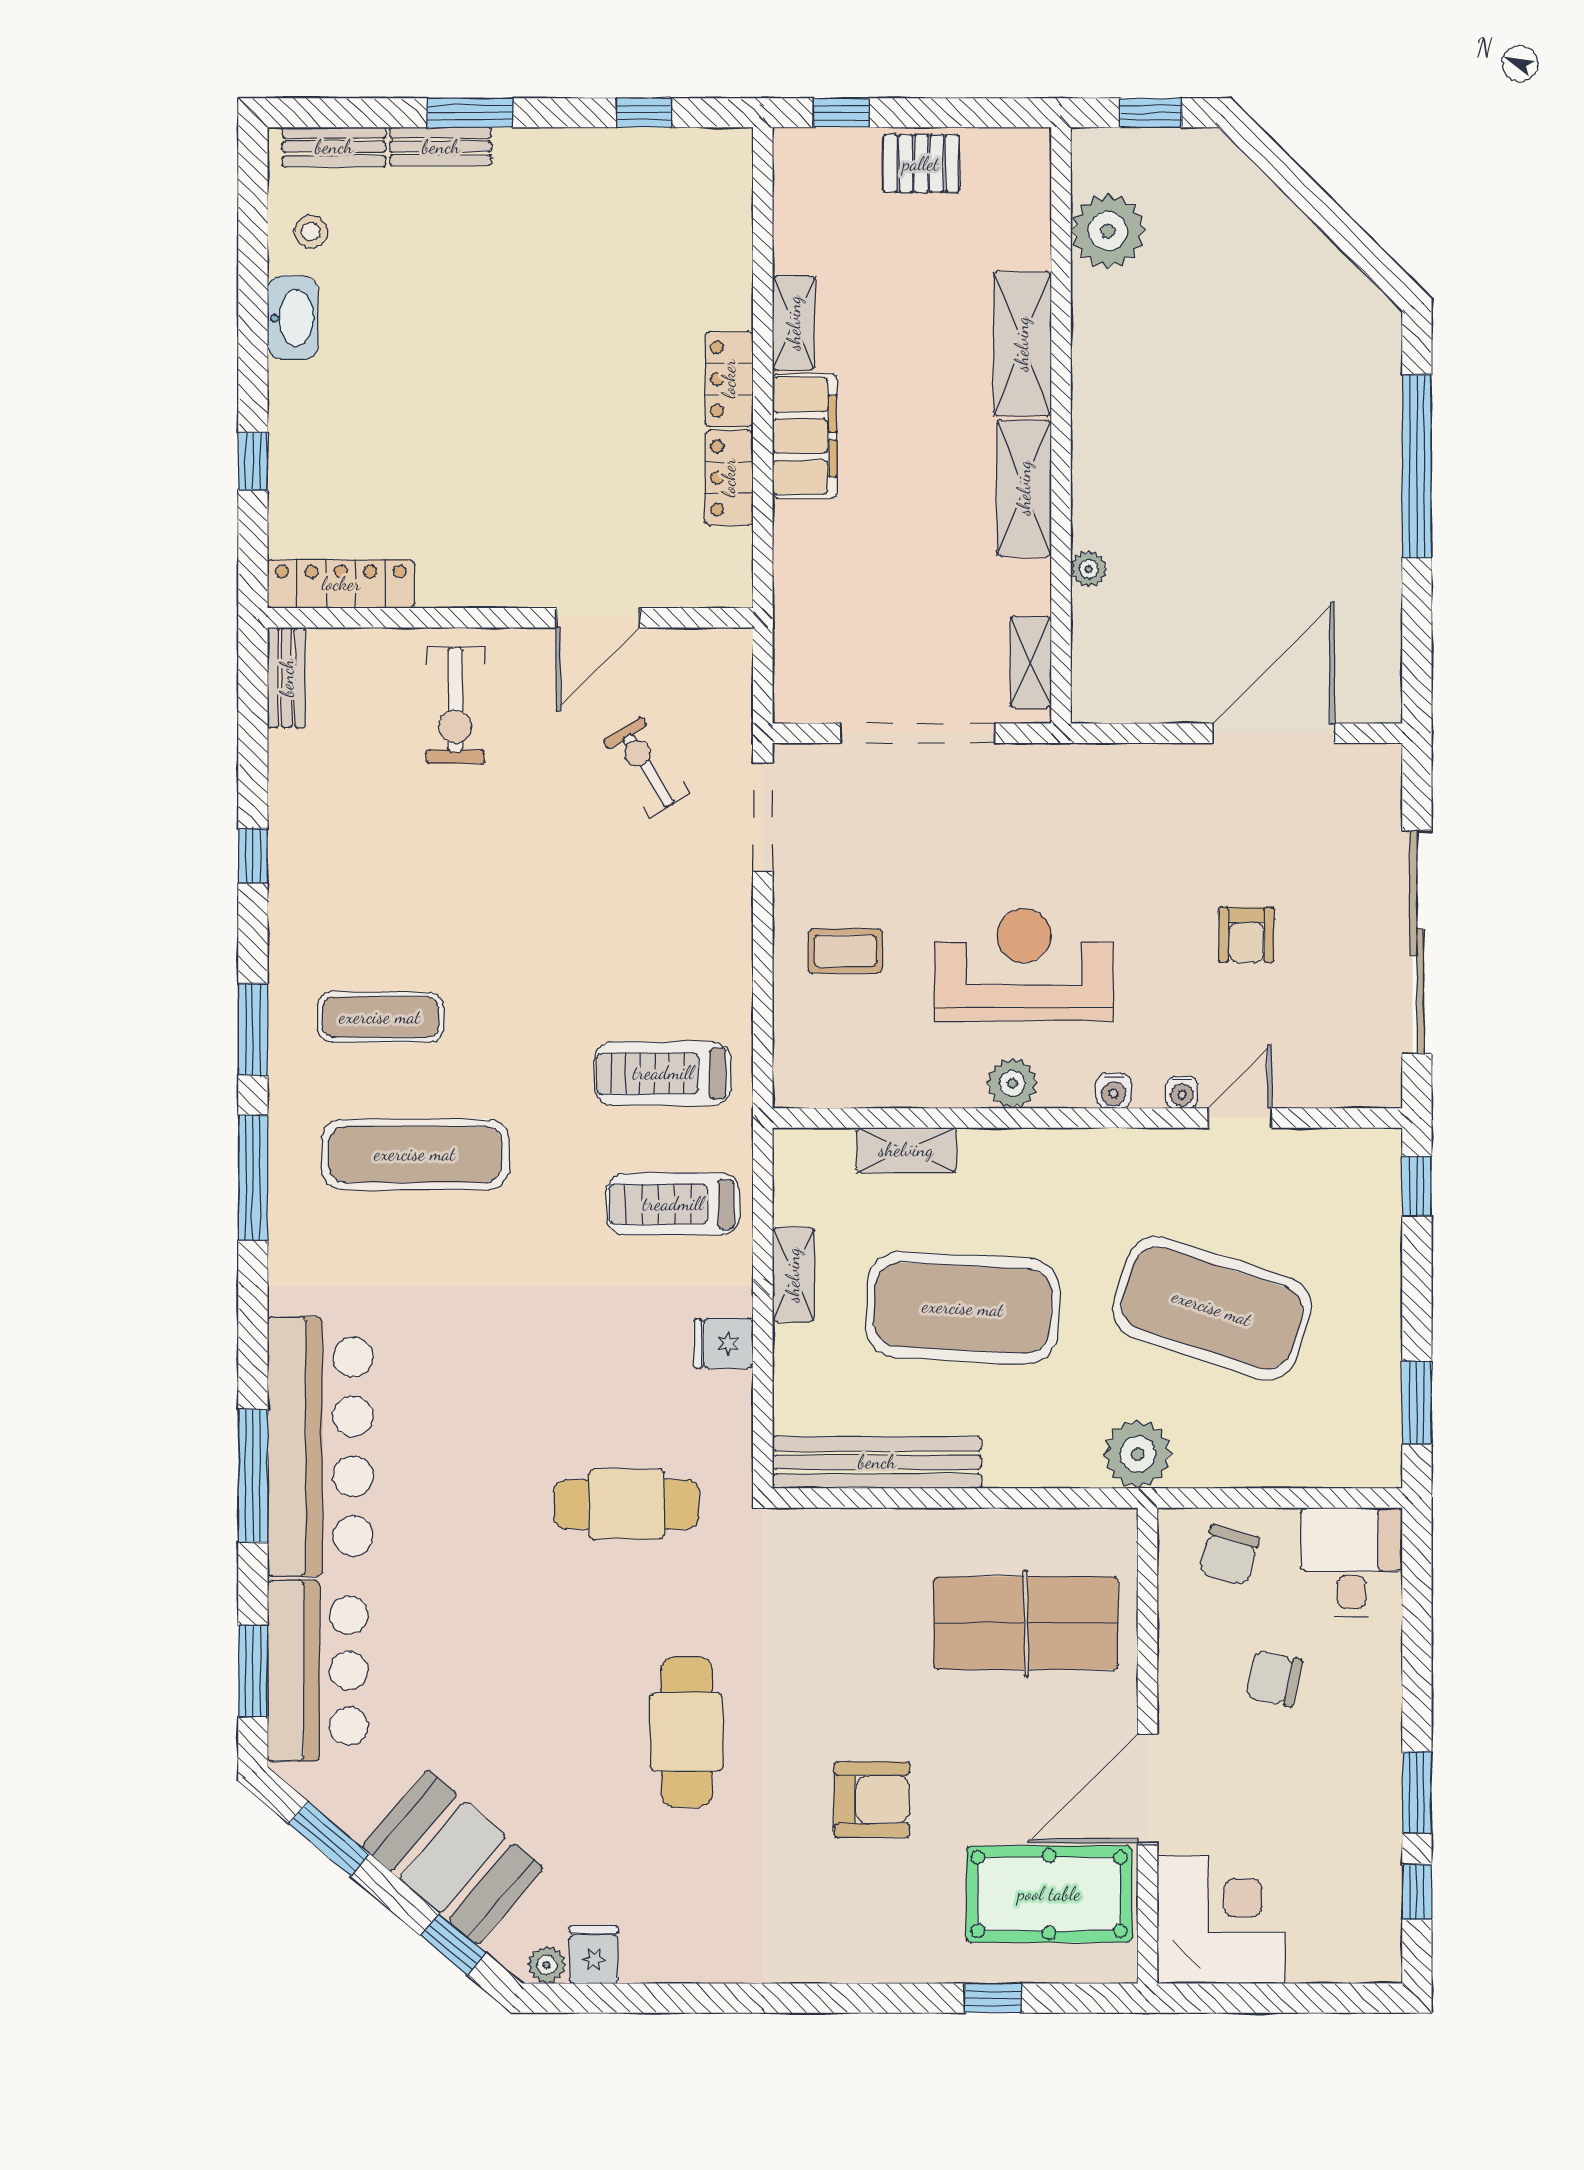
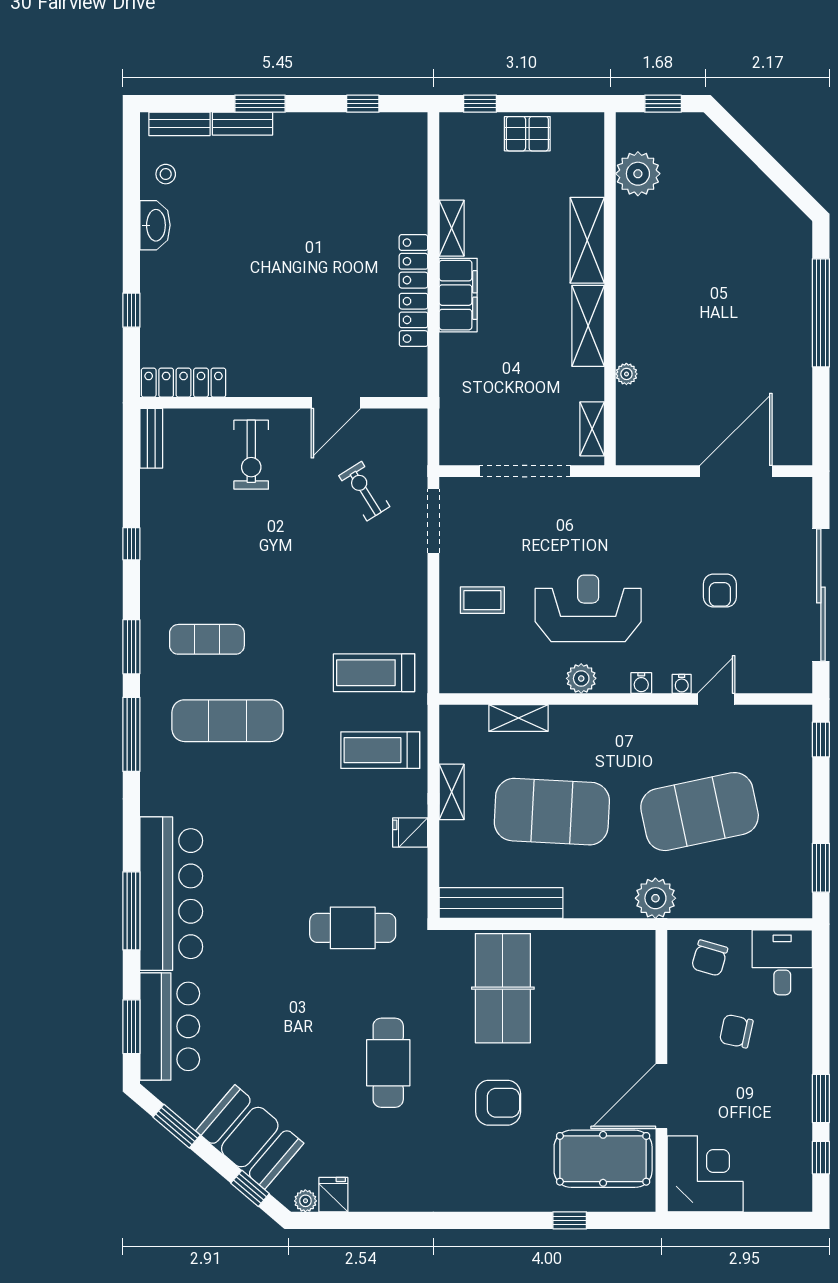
exercise mat: (1212, 1308) -> (700, 812), turned -30
table tennis table: (1026, 1623) -> (503, 988), moved, turned 90

